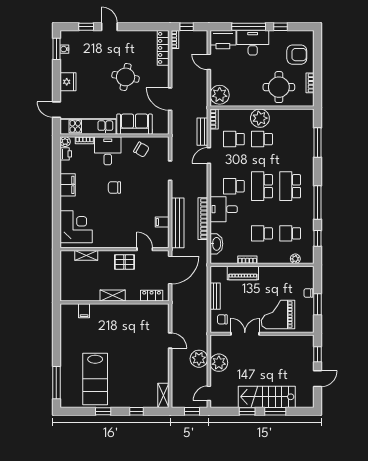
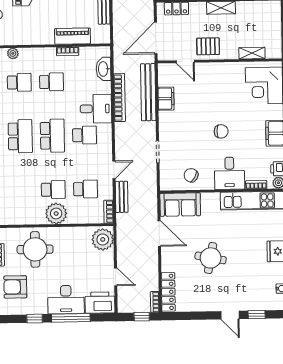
sofa: (134, 124) -> (180, 205), moved
filing cabinet: (162, 222) -> (166, 99), width x2.00

